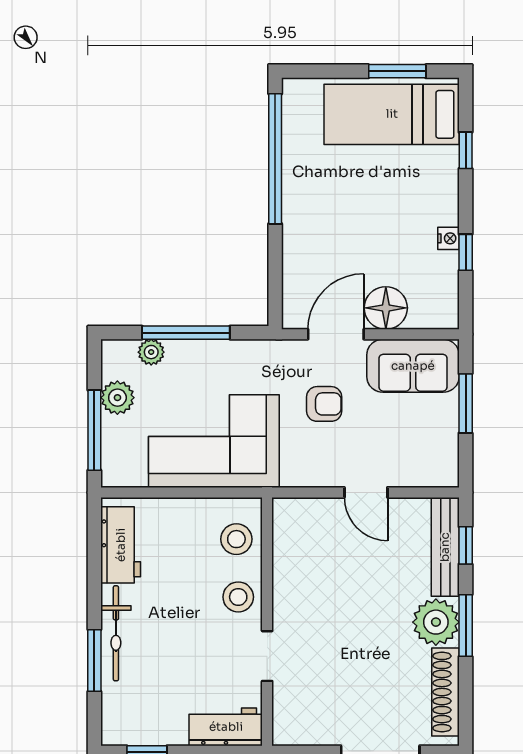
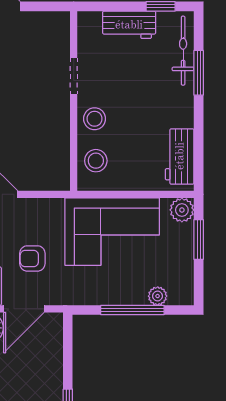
plant: (117, 398) -> (182, 210), moved
window: (94, 430) -> (199, 239), width x0.69
bicycle: (116, 633) -> (183, 51), moved
workbench: (226, 727) -> (129, 25), moved

